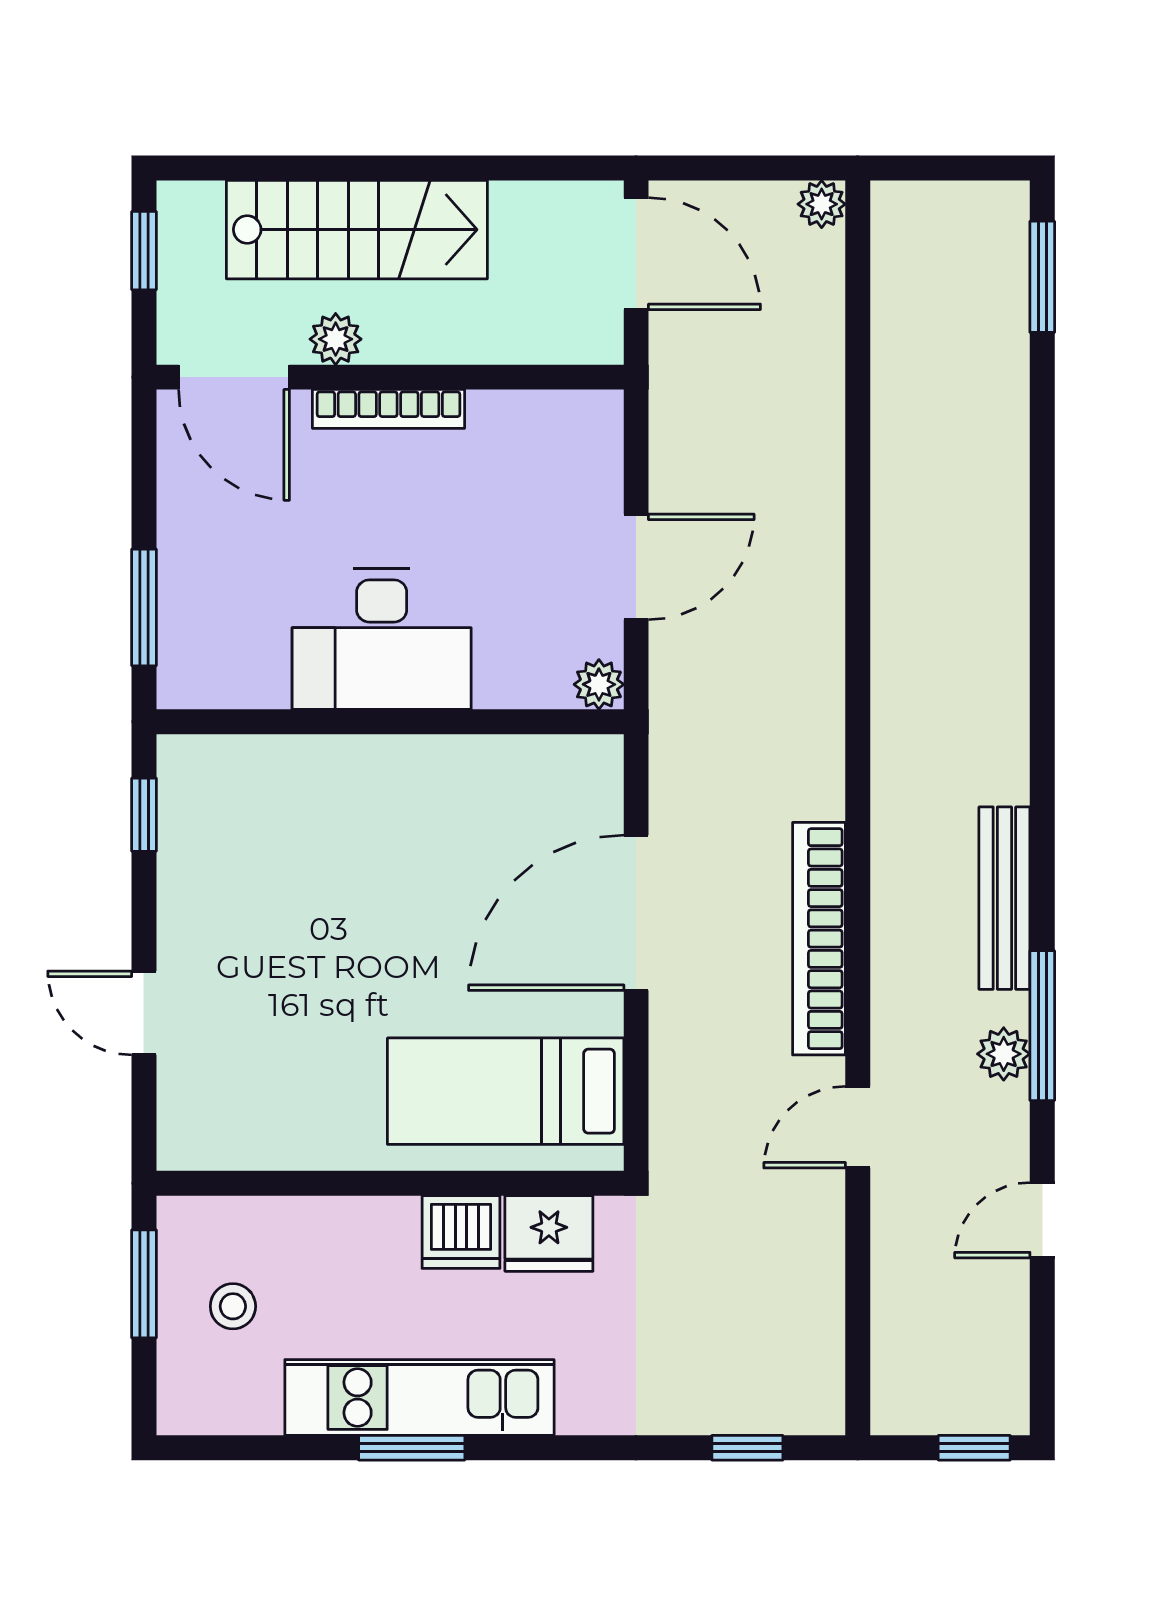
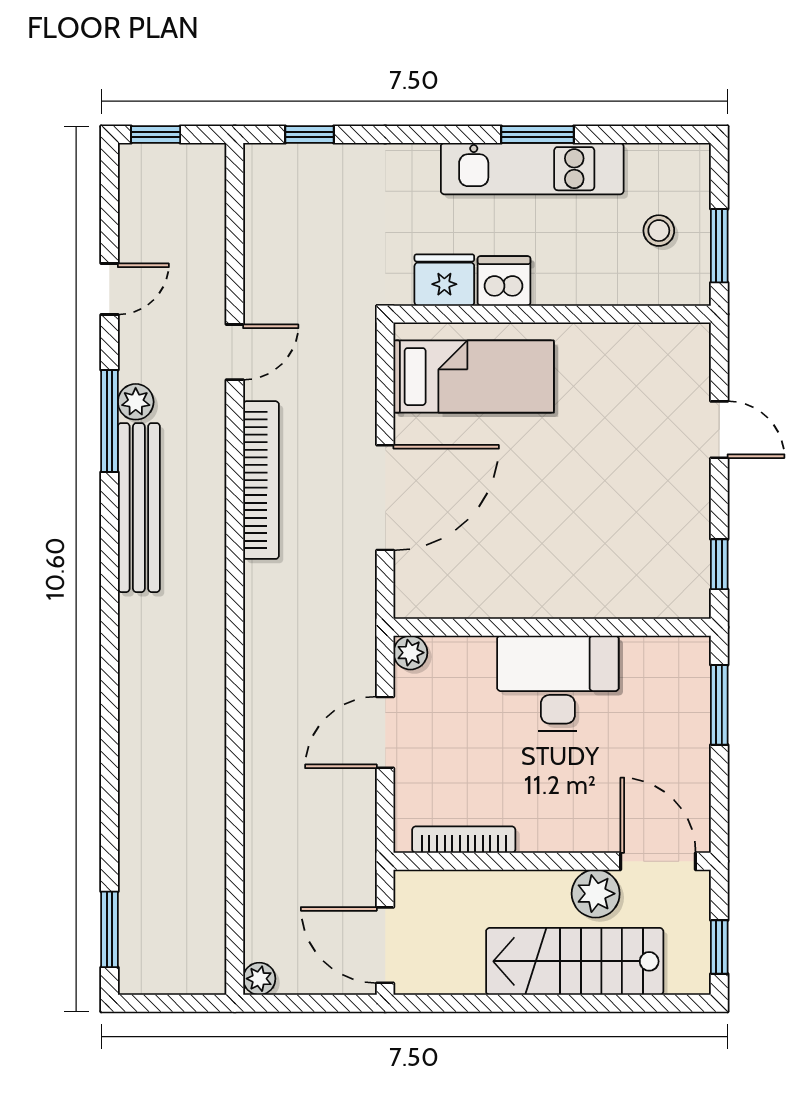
plant: (336, 339) -> (596, 894), width x1.38, depth x1.38
bookcase: (388, 409) -> (464, 840), moved
bench: (1004, 898) -> (139, 508), width x1.37, depth x1.21

